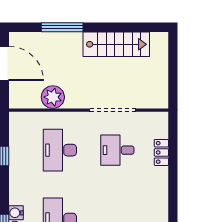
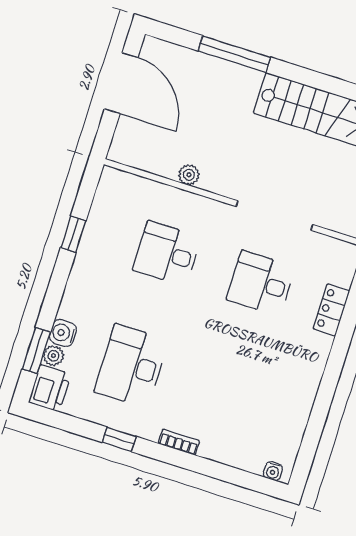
plant: (53, 97) -> (189, 175), width x0.53, depth x0.53
desk: (60, 150) -> (167, 253), width x0.73

